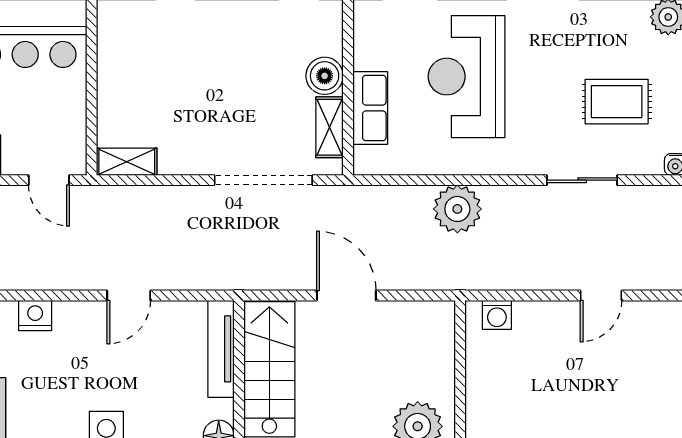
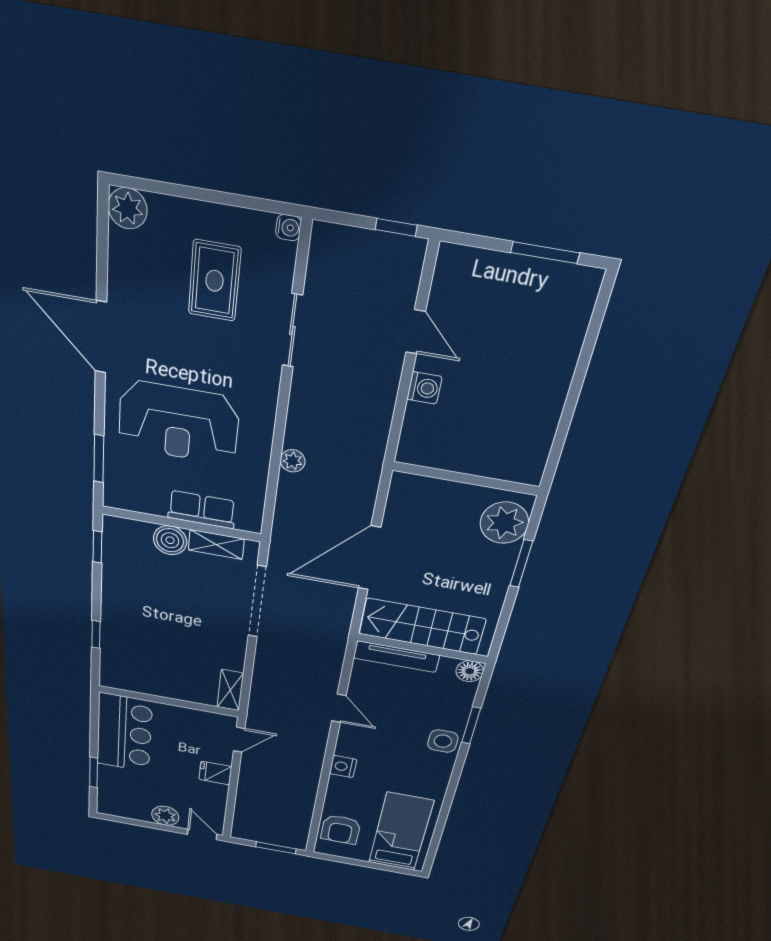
plant: (457, 209) -> (293, 461), width x0.53, depth x0.53
door: (346, 296) -> (369, 558), width x1.36
washing machine: (497, 315) -> (424, 388), moved

